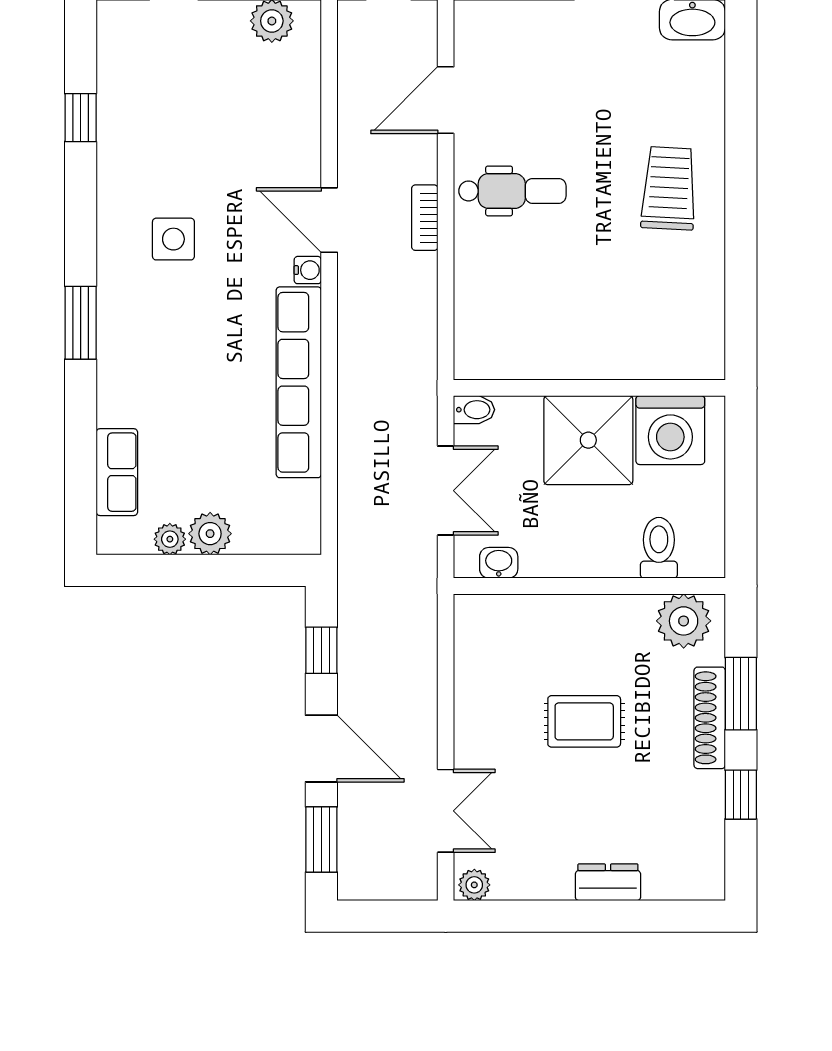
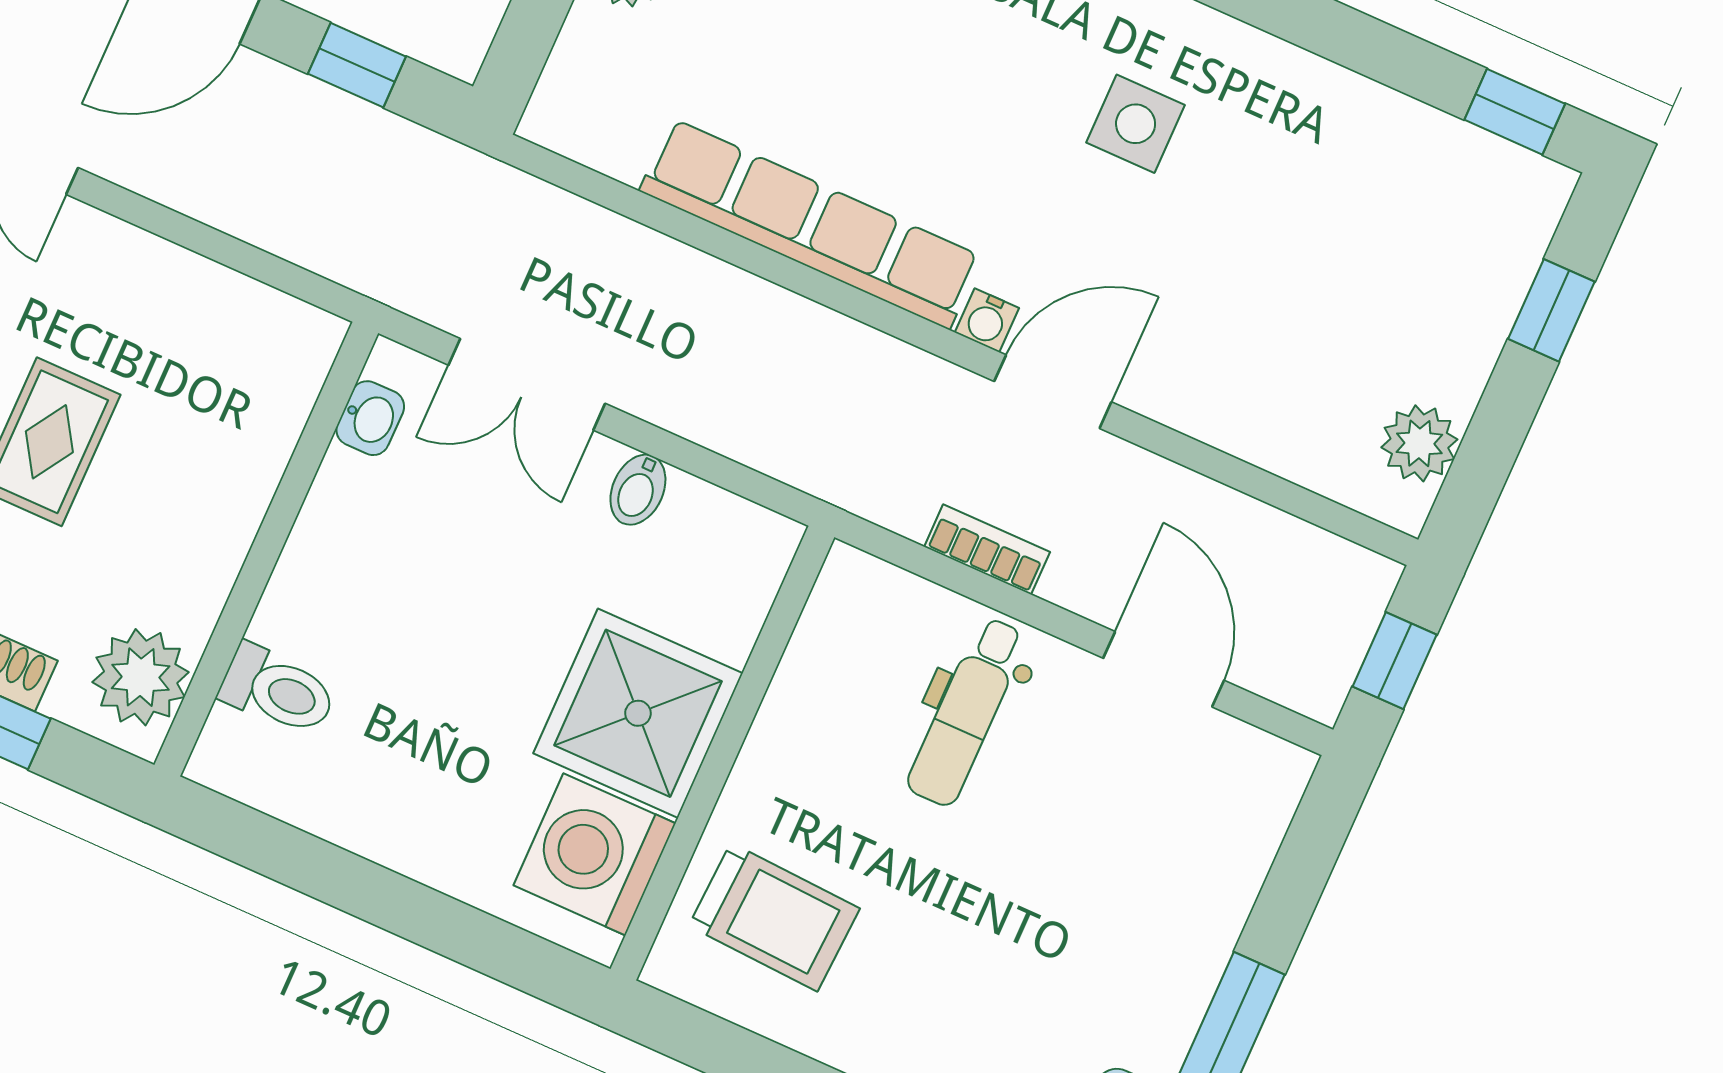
window: (81, 118) -> (1515, 112), moved
trolley: (669, 188) -> (774, 917), moved
wall: (589, 388) -> (722, 753), moved
washing machine: (670, 430) -> (595, 854), moved
shower: (588, 440) -> (638, 713), moved

